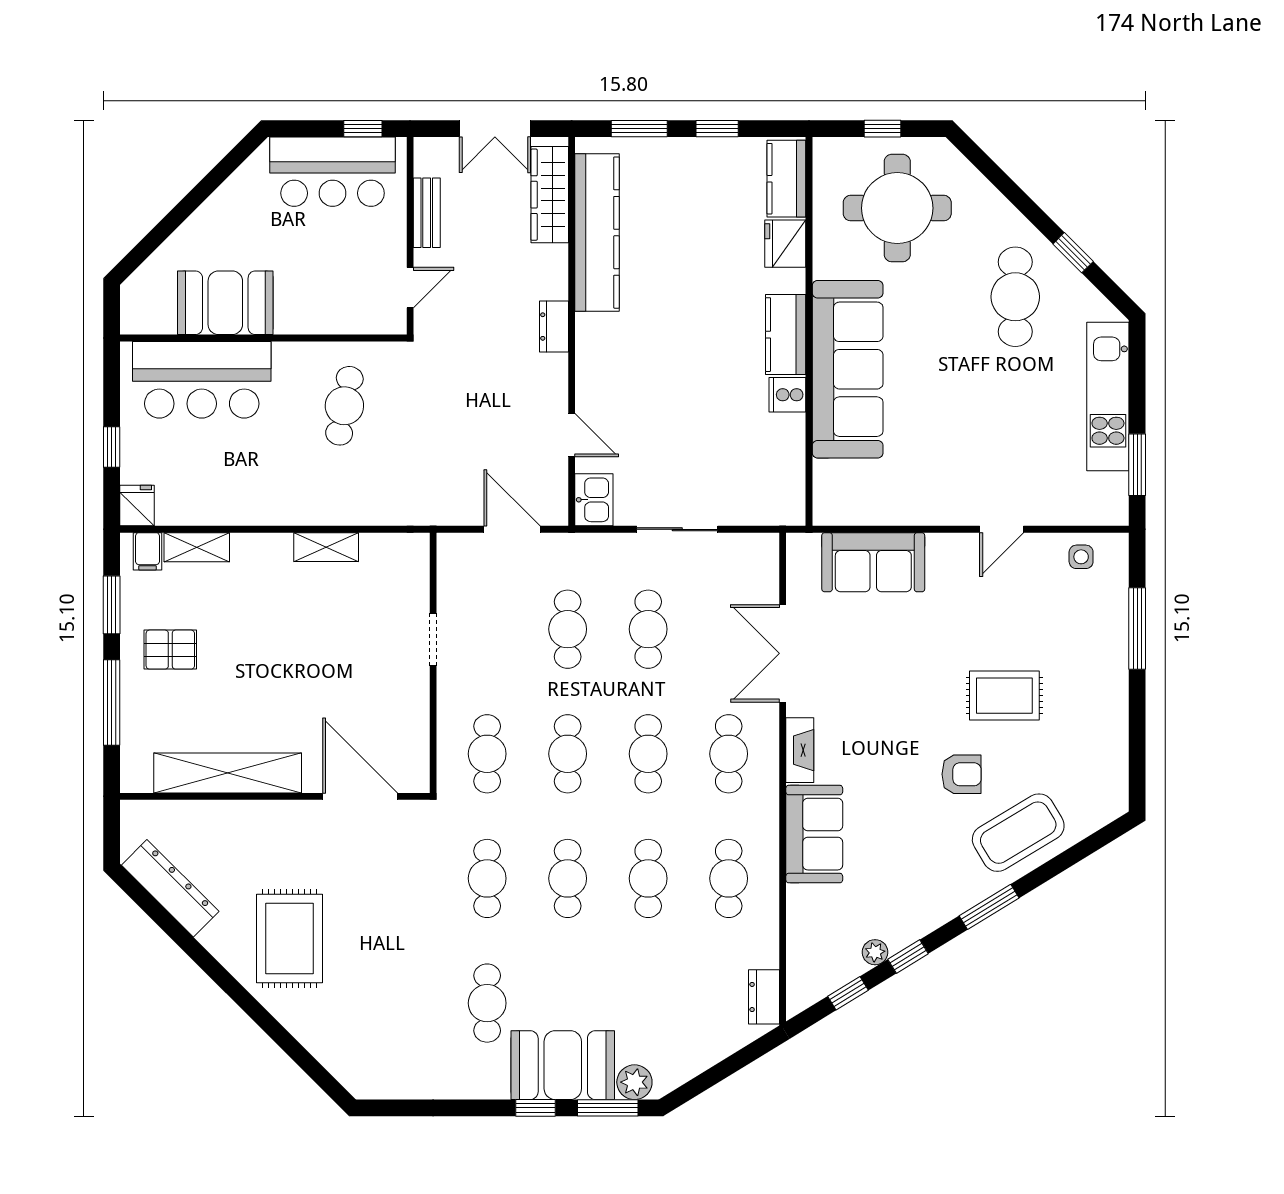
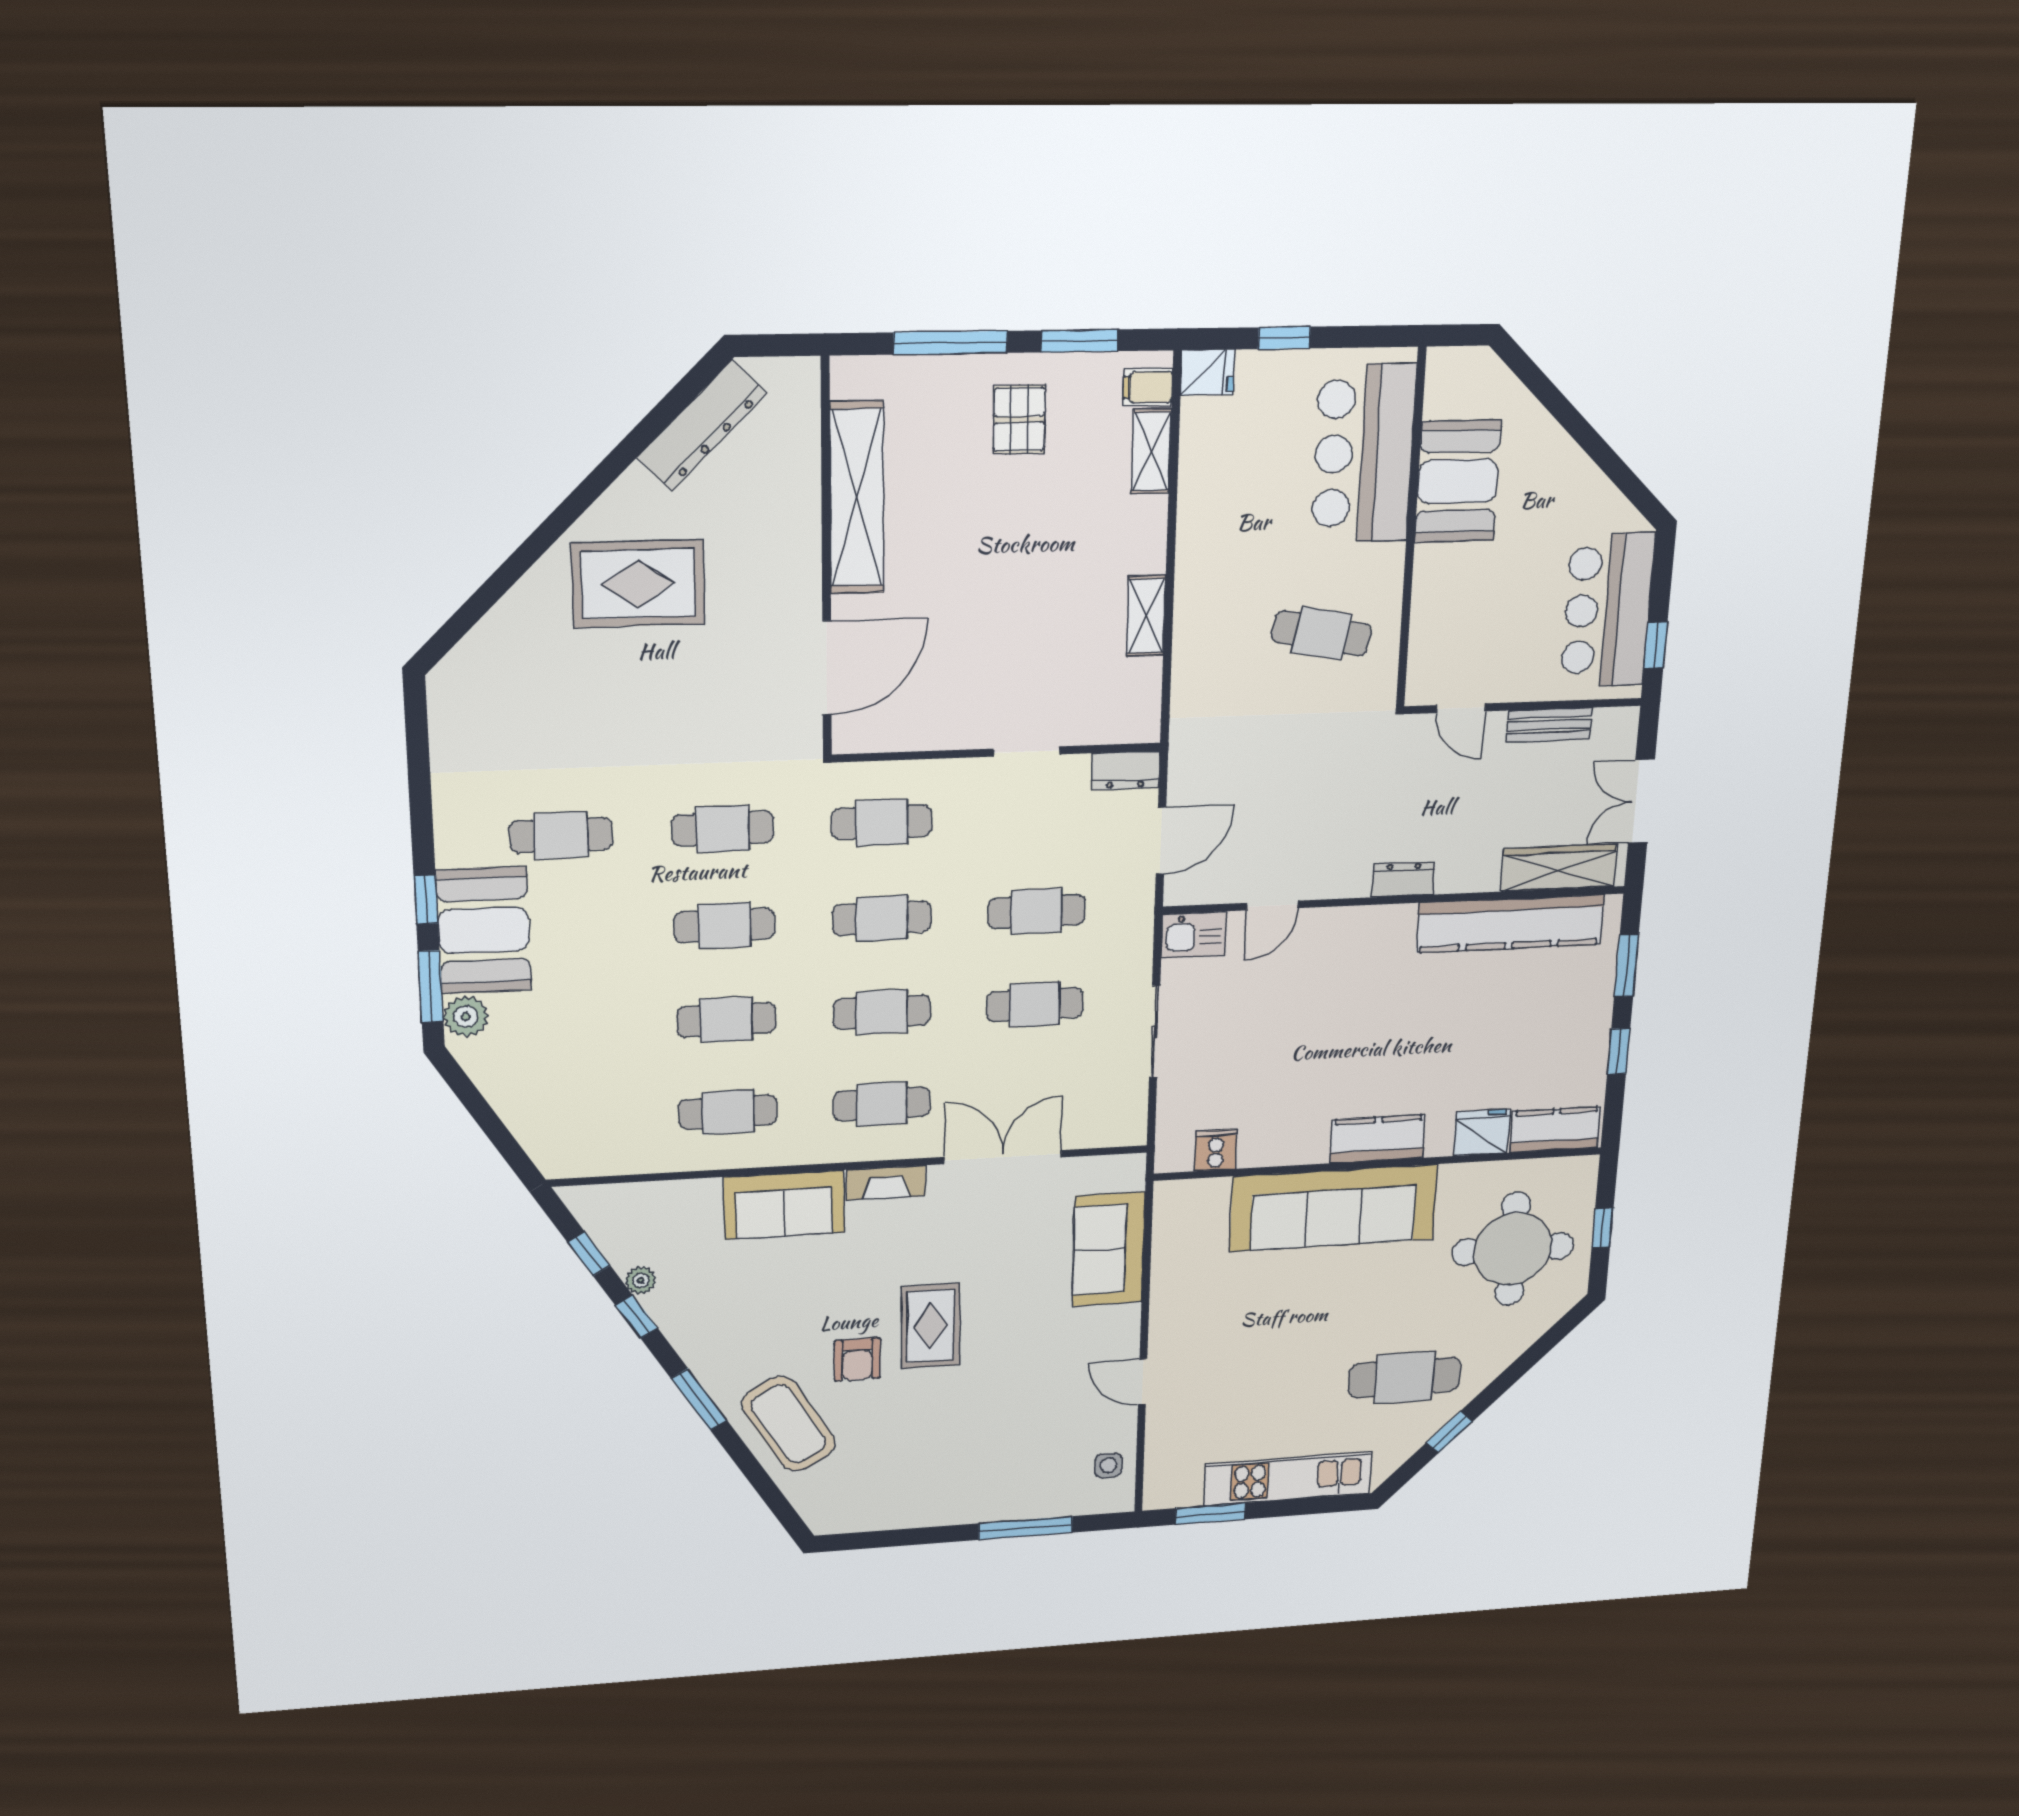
cooker: (787, 395) -> (1216, 1150), moved
rug: (1004, 696) -> (930, 1326), moved
dresser: (764, 997) -> (1126, 770), moved, turned 180

